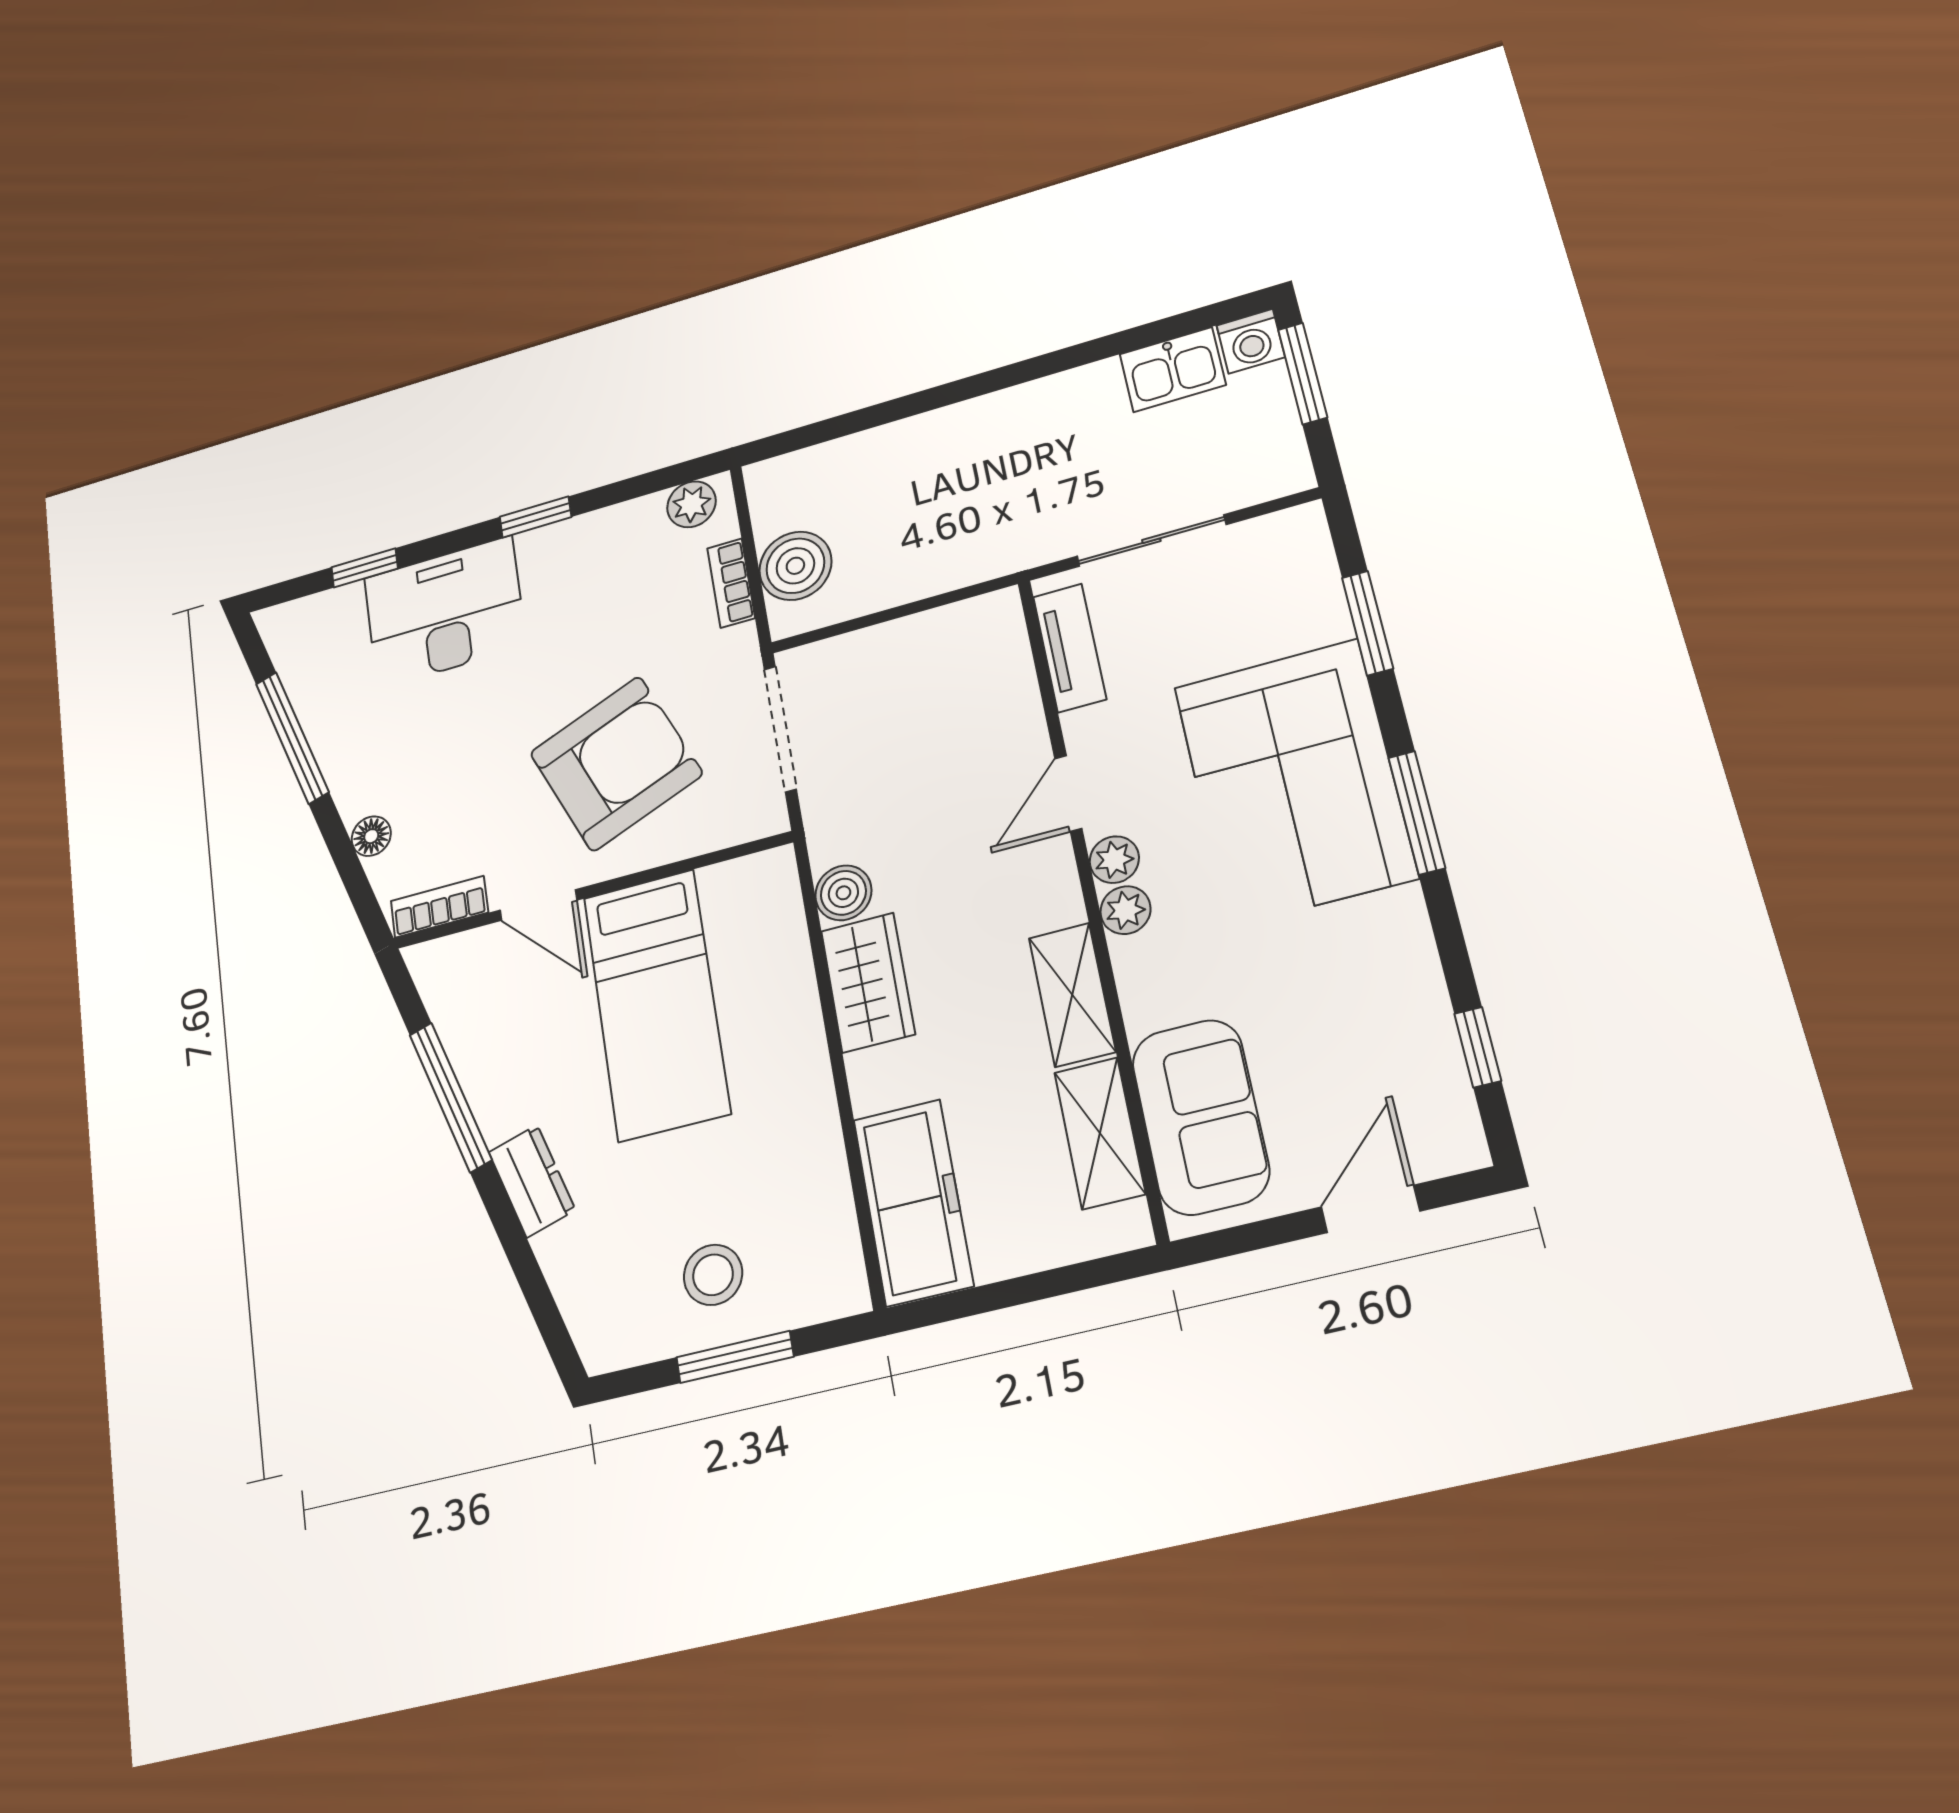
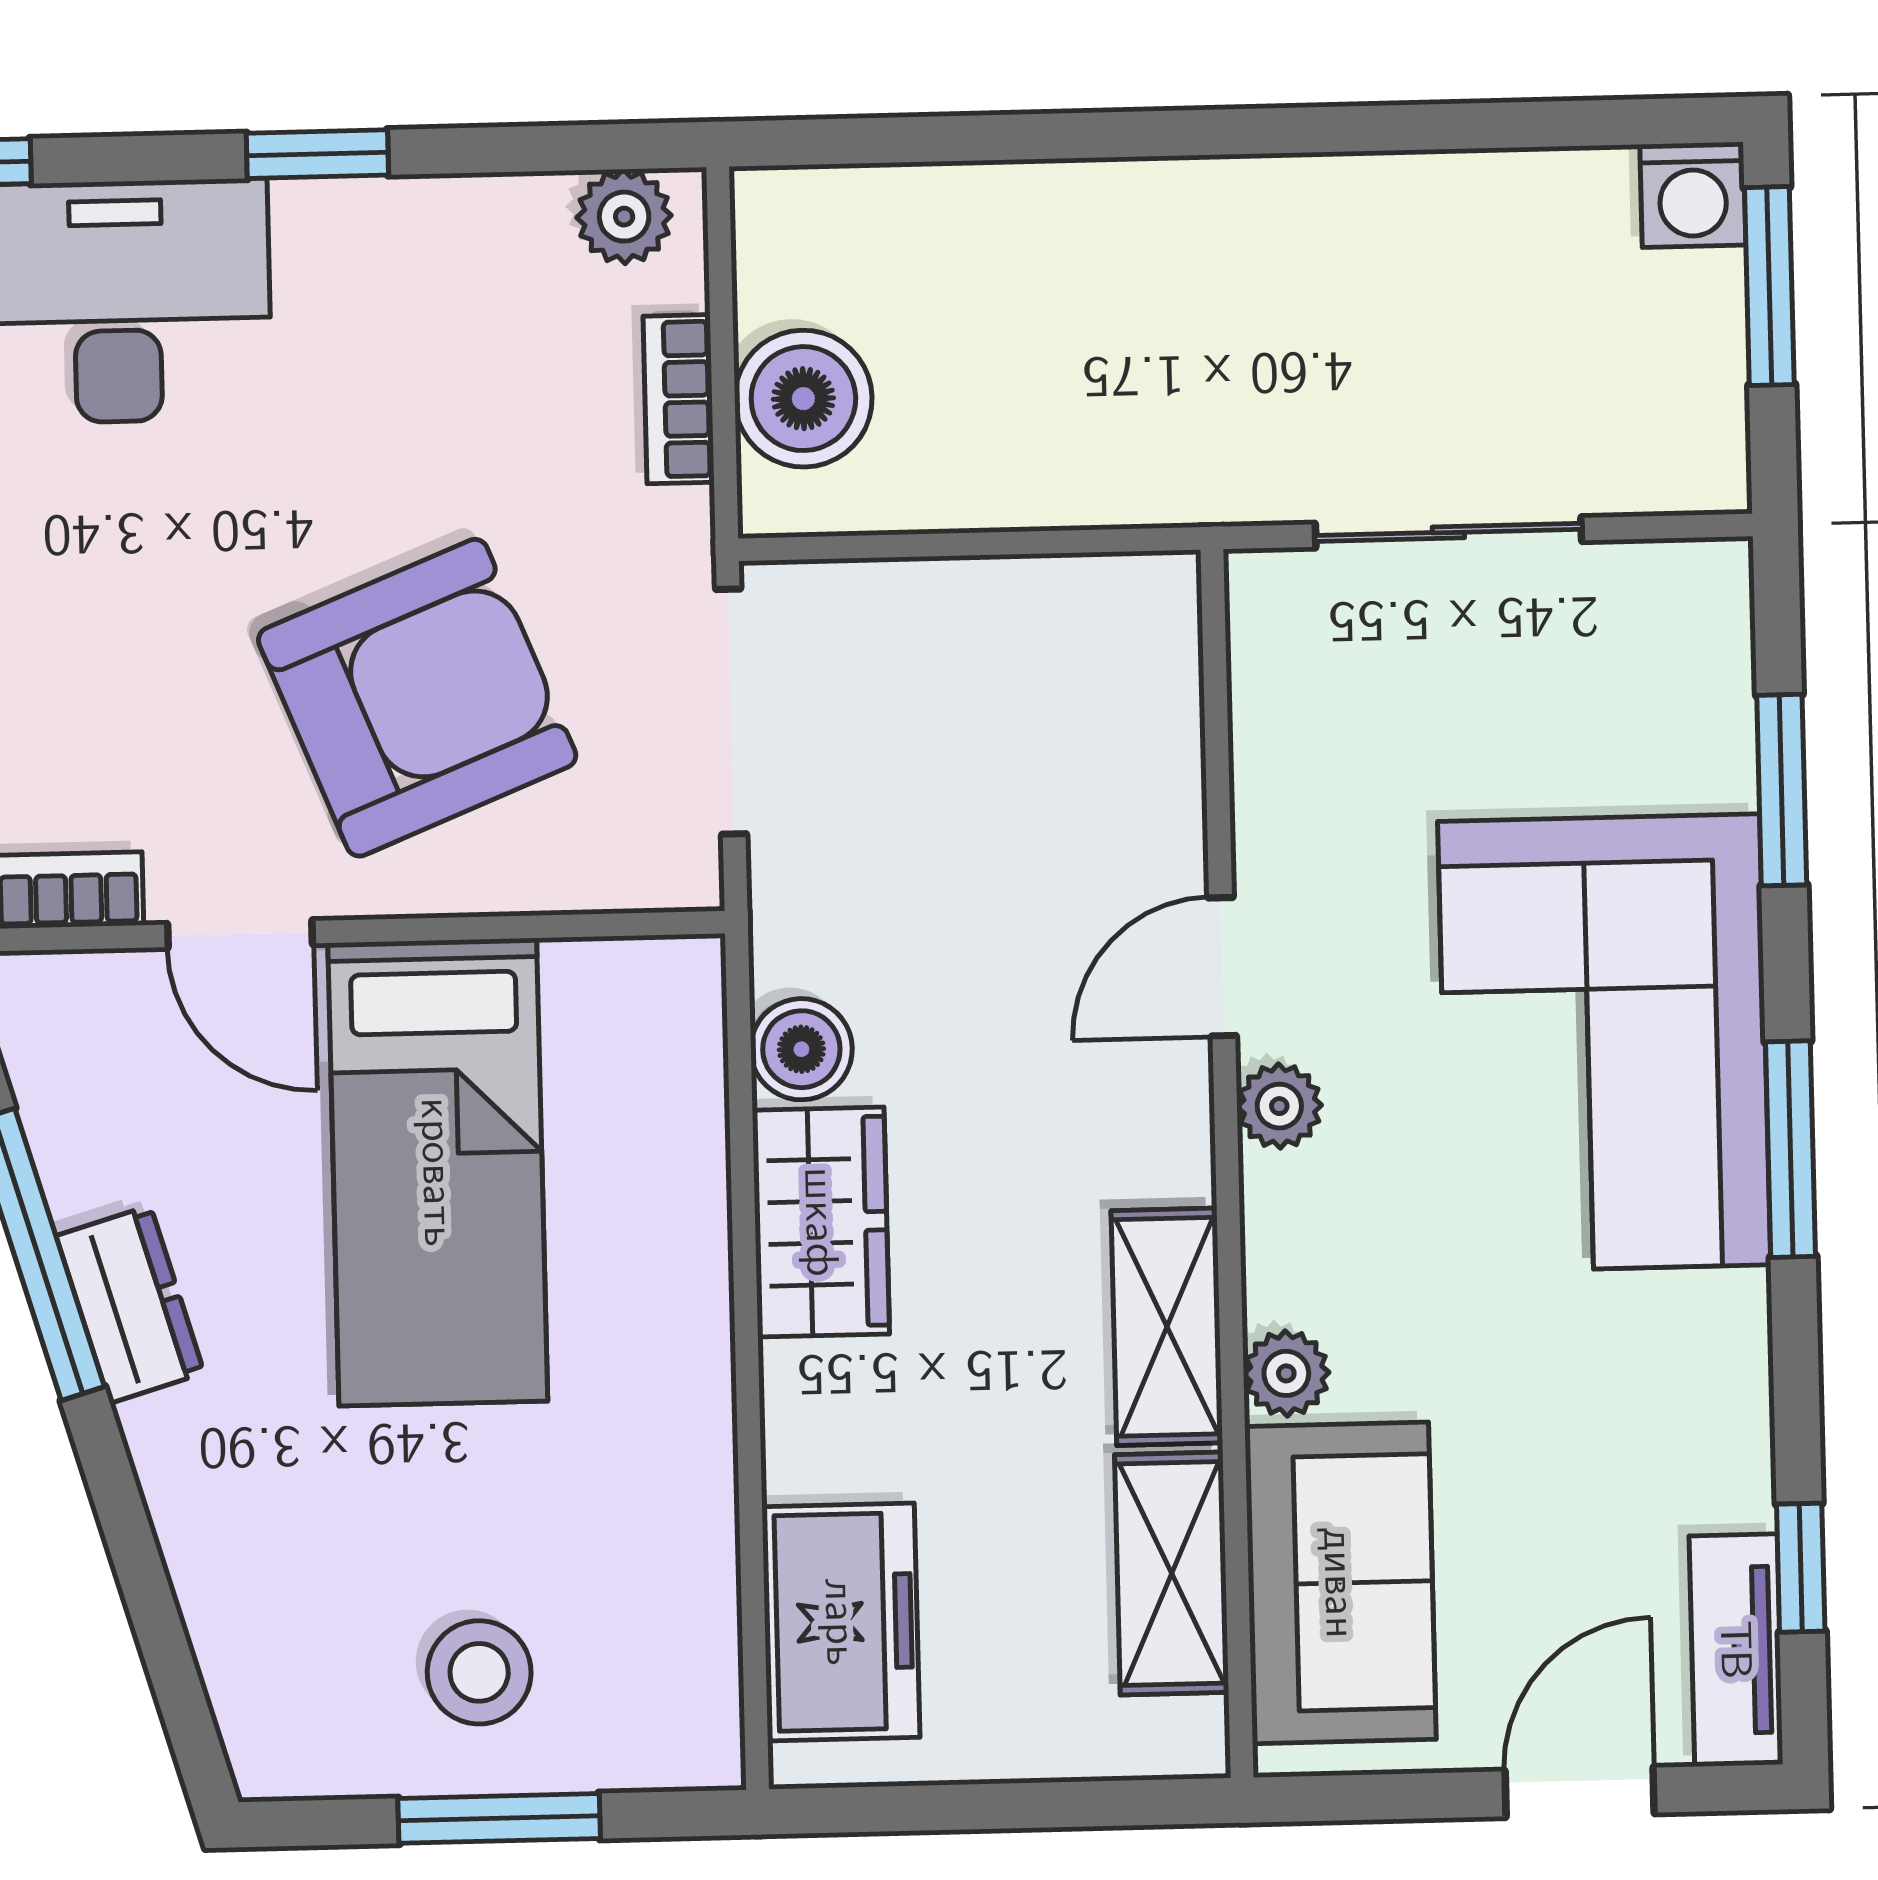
kitchen sink: (1173, 369) -> (1547, 209), removed
tv unit: (1070, 648) -> (1736, 1650), moved, turned 180
plant: (1125, 910) -> (1286, 1373), moved
dresser: (532, 1181) -> (130, 1304), moved
freezer: (913, 1202) -> (841, 1622), width x0.71

